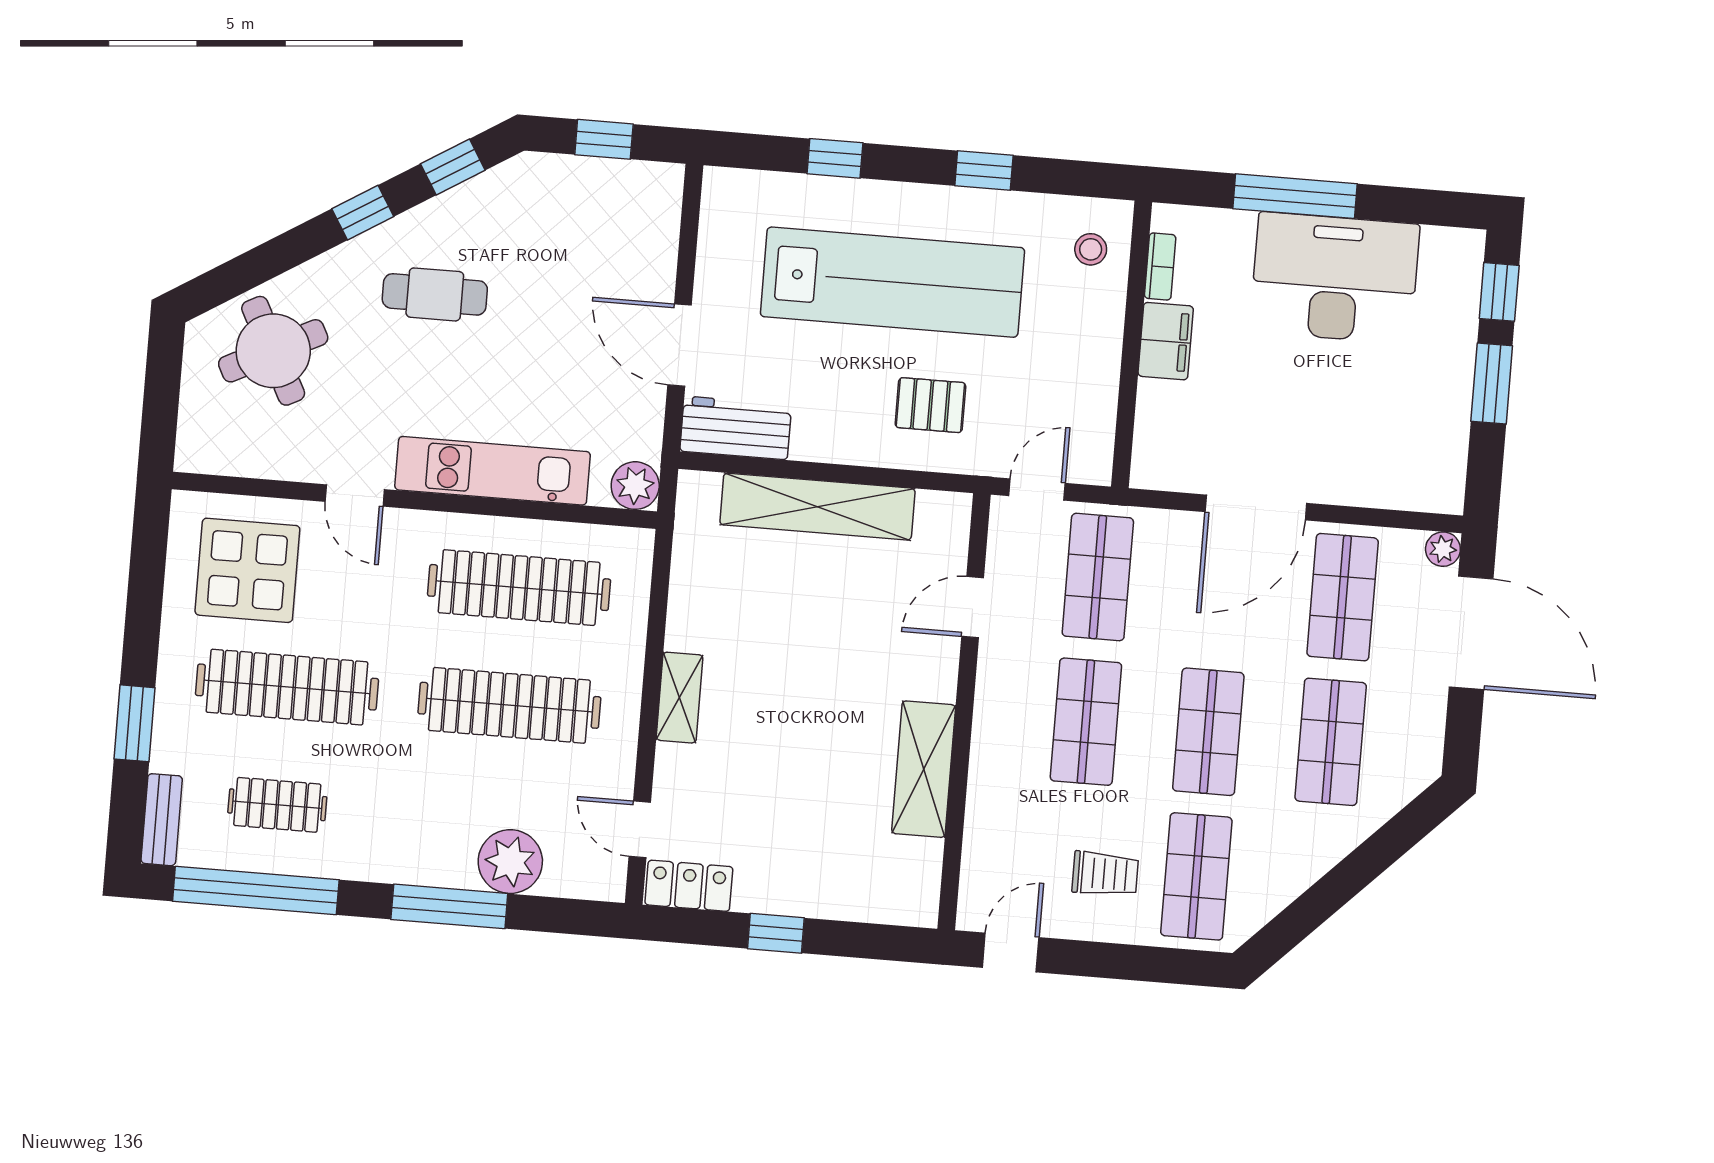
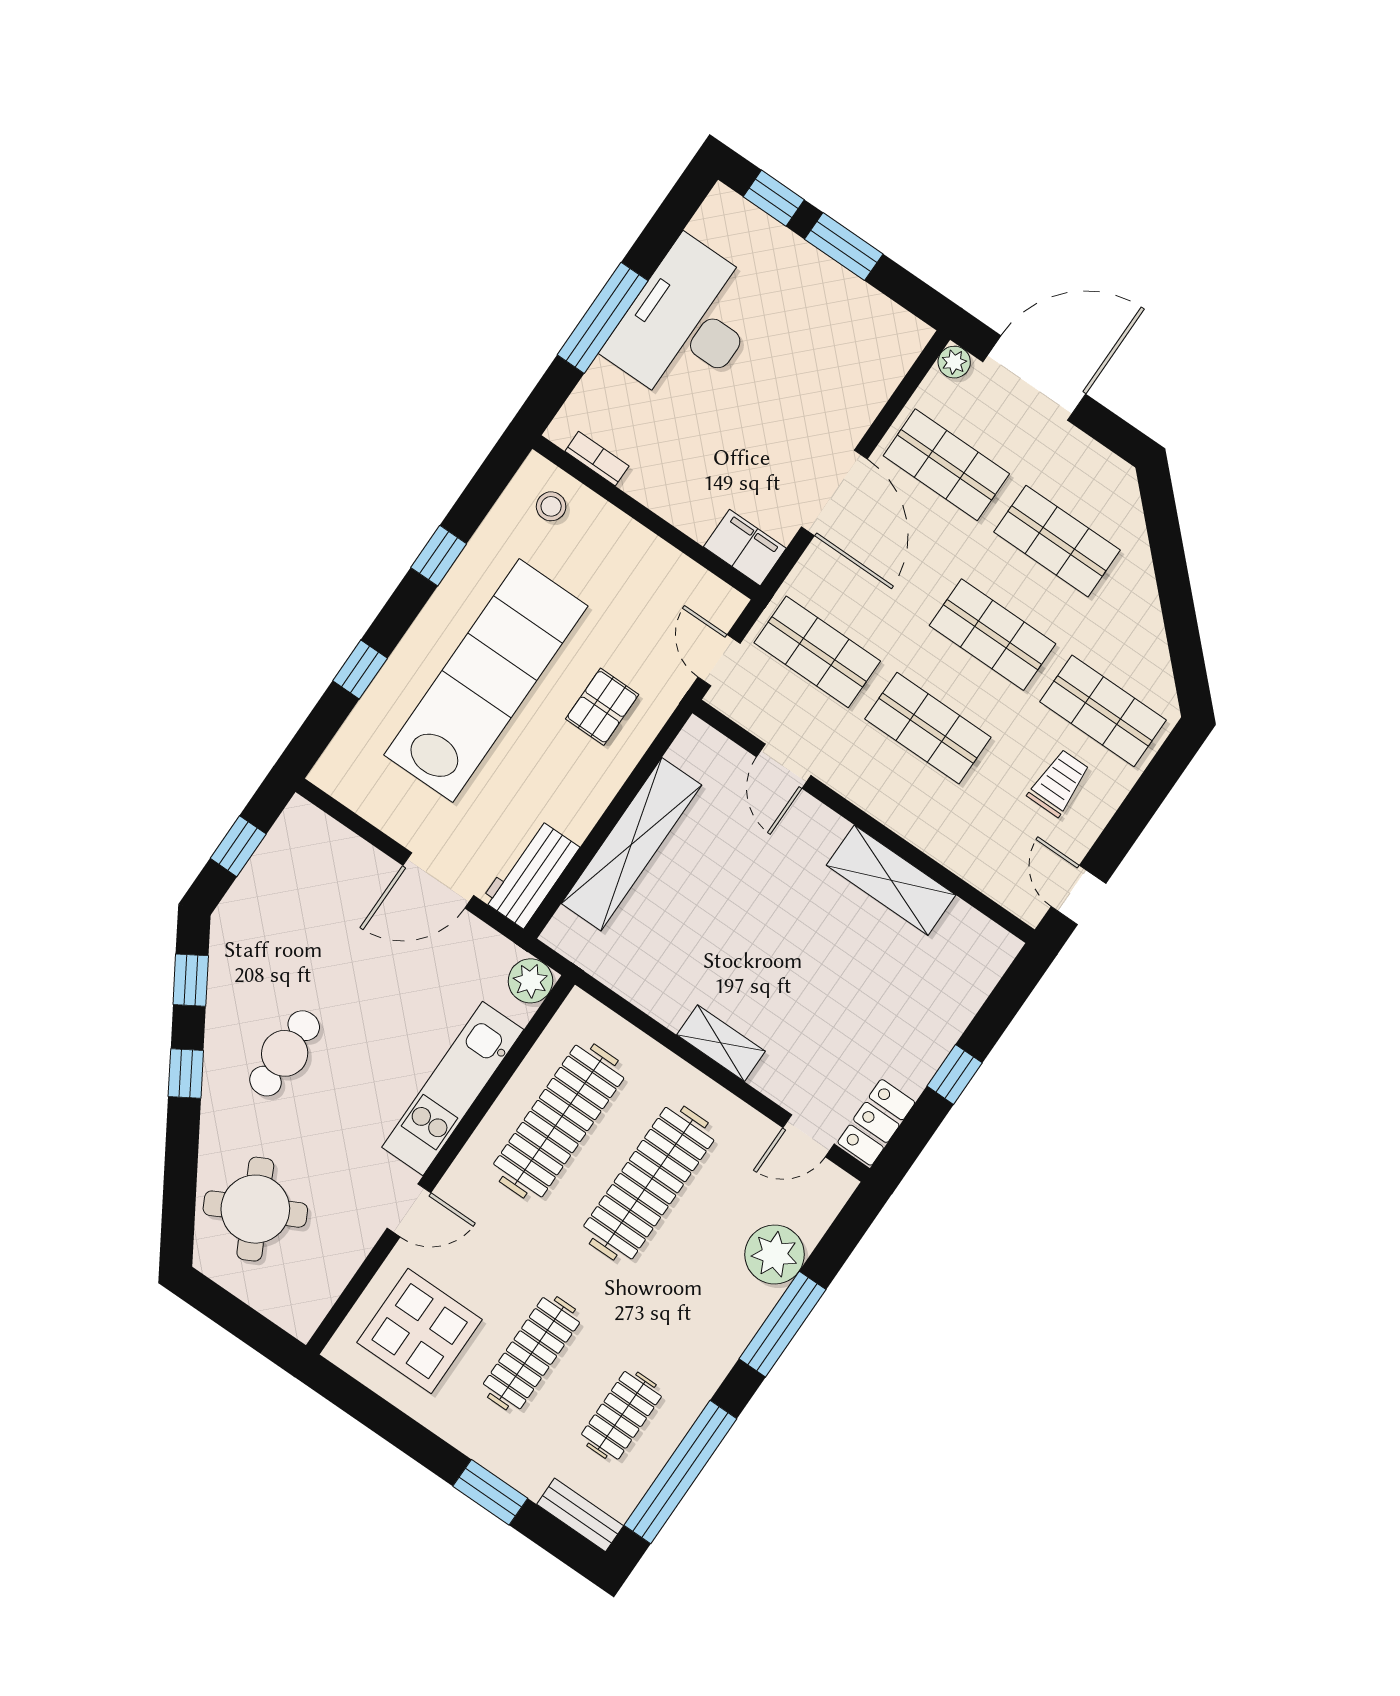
filing cabinet: (1166, 341) -> (745, 548), moved
clothes rail: (287, 687) -> (531, 1353), width x0.73, depth x0.76

